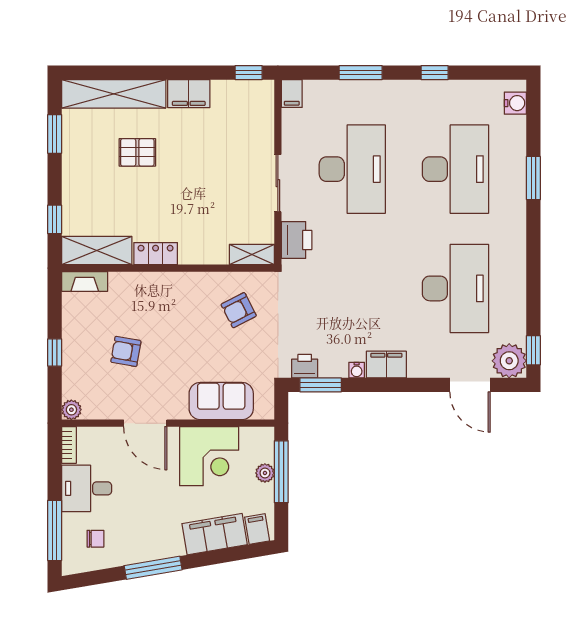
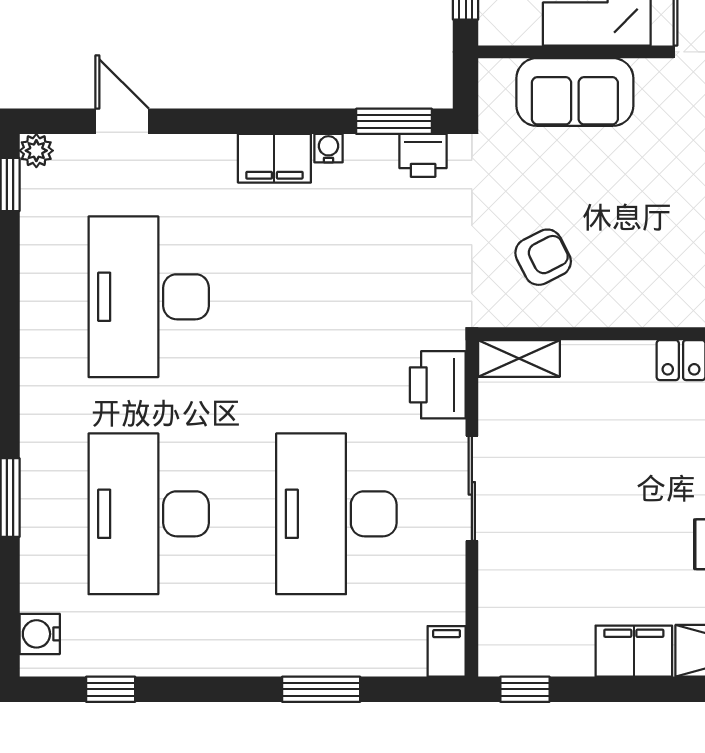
window: (435, 73) -> (111, 689), moved
plant: (509, 361) -> (36, 151), width x0.53, depth x0.53
door: (470, 385) -> (122, 121), width x0.73

